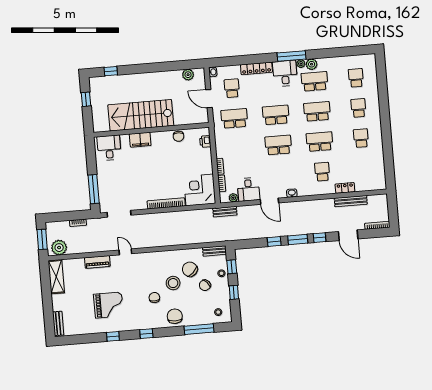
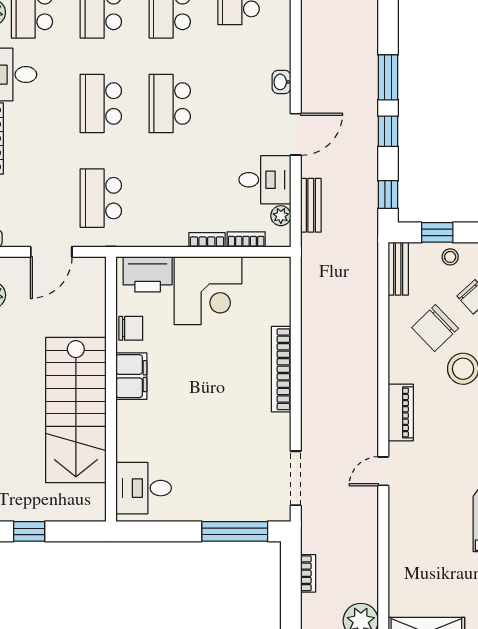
school desk: (232, 88) -> (32, 198), removed
filing cabinet: (140, 140) -> (131, 376), moved
printer: (205, 141) -> (148, 274), width x1.87, depth x1.48
corner desk: (200, 190) -> (208, 291), moved, turned -90
bench: (225, 212) -> (311, 205), moved
window: (320, 238) -> (388, 195), moved
piano: (97, 262) -> (401, 412), moved

